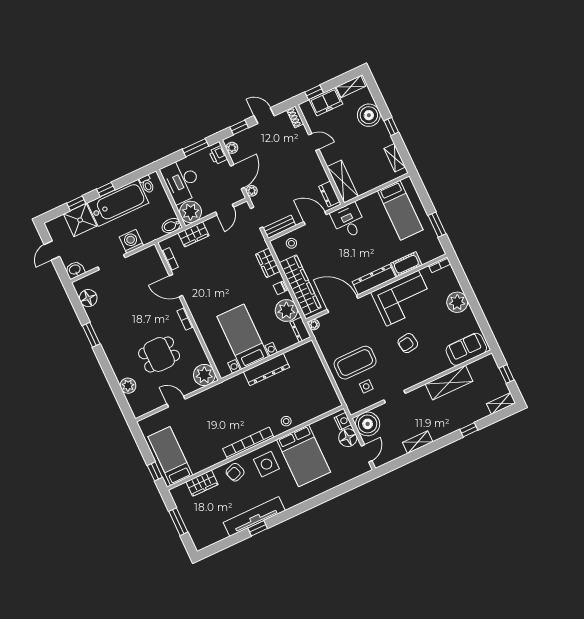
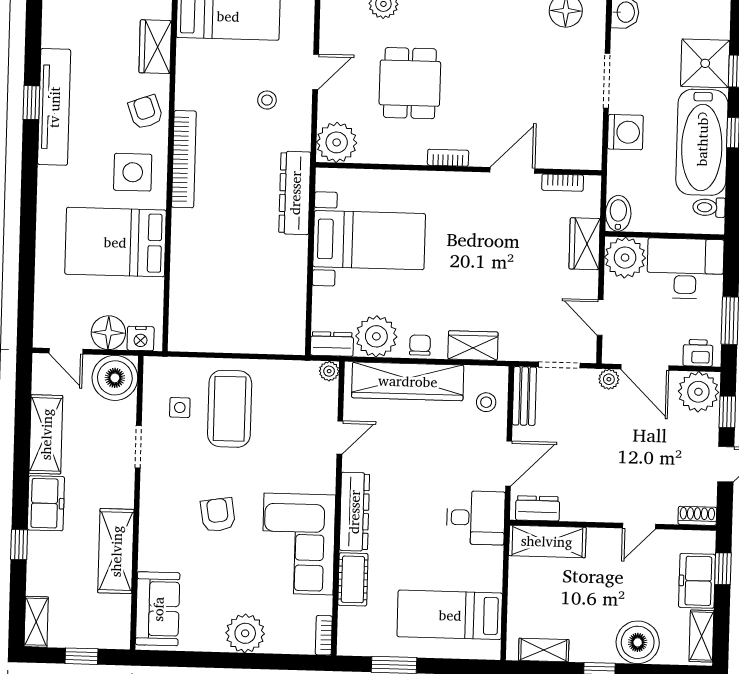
plant: (232, 148) -> (698, 392), width x1.87, depth x1.87
door: (343, 304) -> (340, 437), width x0.53
dresser: (267, 370) -> (295, 193), moved
stool: (286, 421) -> (267, 100), moved
freezer: (443, 427) -> (46, 503), added
shelving: (418, 442) -> (46, 434), width x1.50, depth x1.33

